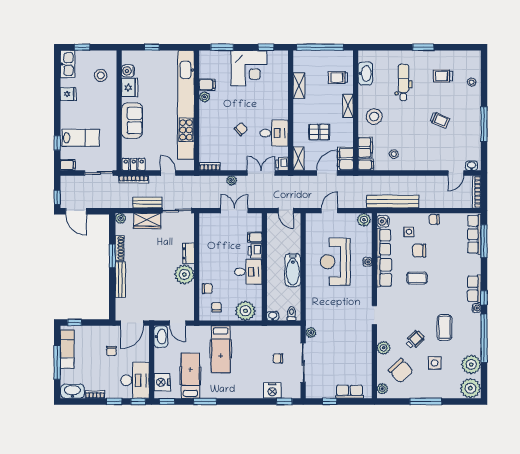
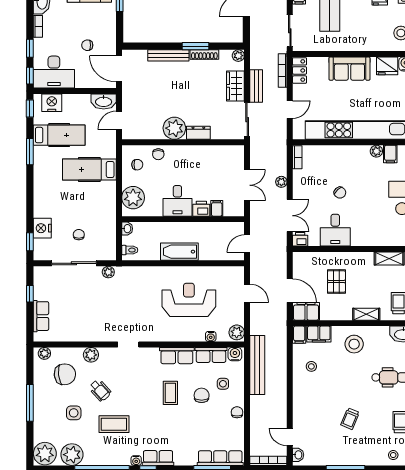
shelving: (298, 159) -> (306, 258), removed
water cooler: (367, 262) -> (211, 336), moved
chair: (401, 371) -> (65, 374), turned -143

